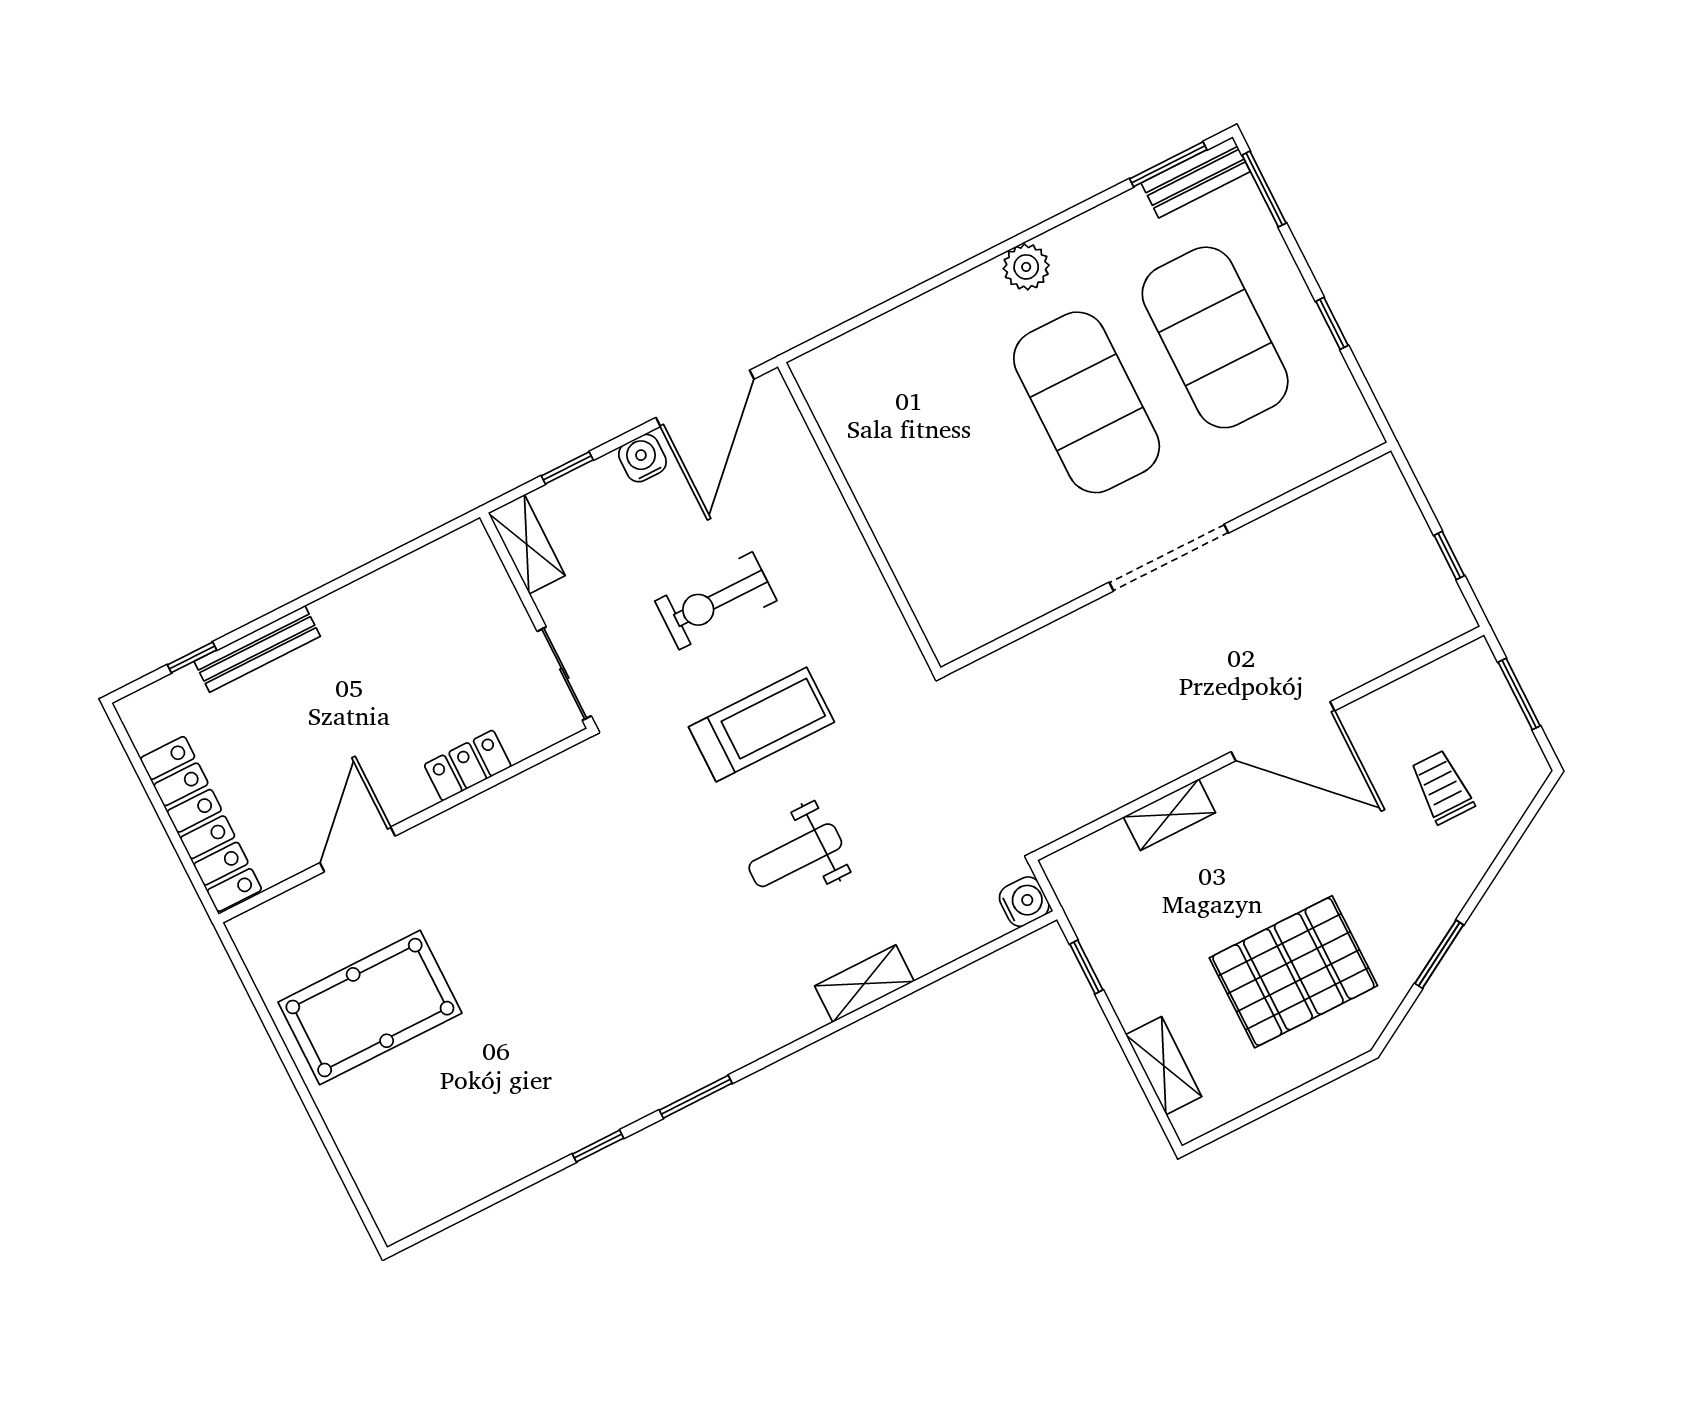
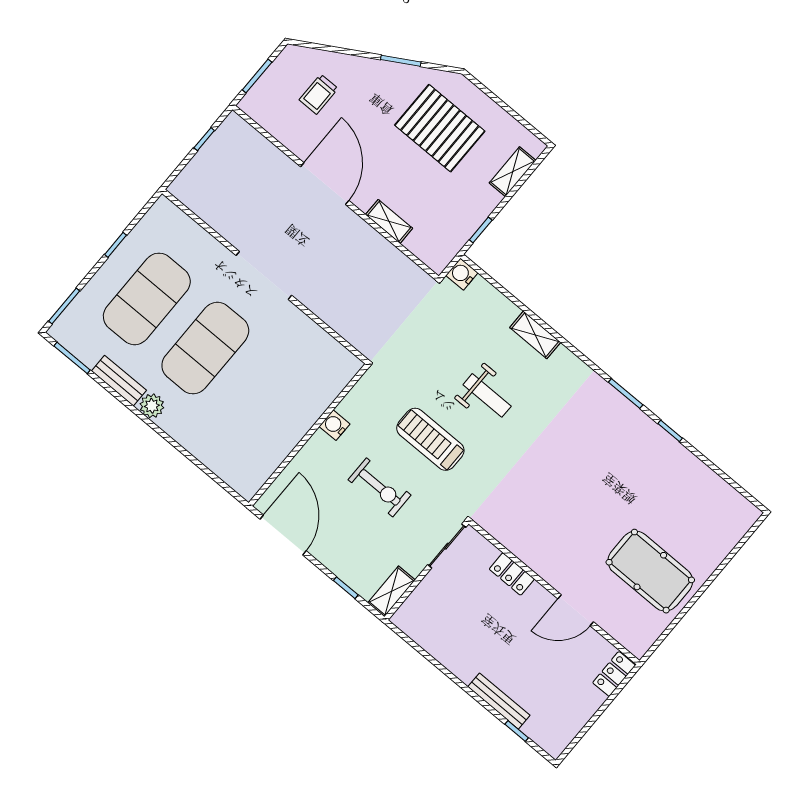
bench: (1196, 177) -> (119, 381), moved
door: (705, 398) -> (283, 535), hinge flipped
water cooler: (642, 458) -> (335, 425), moved, turned 90
locker: (201, 824) -> (614, 674), width x0.46, depth x0.83

